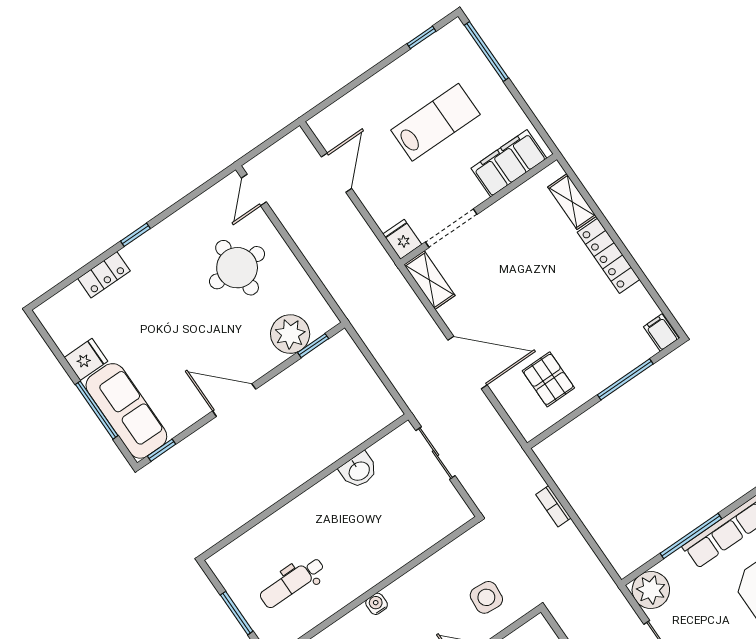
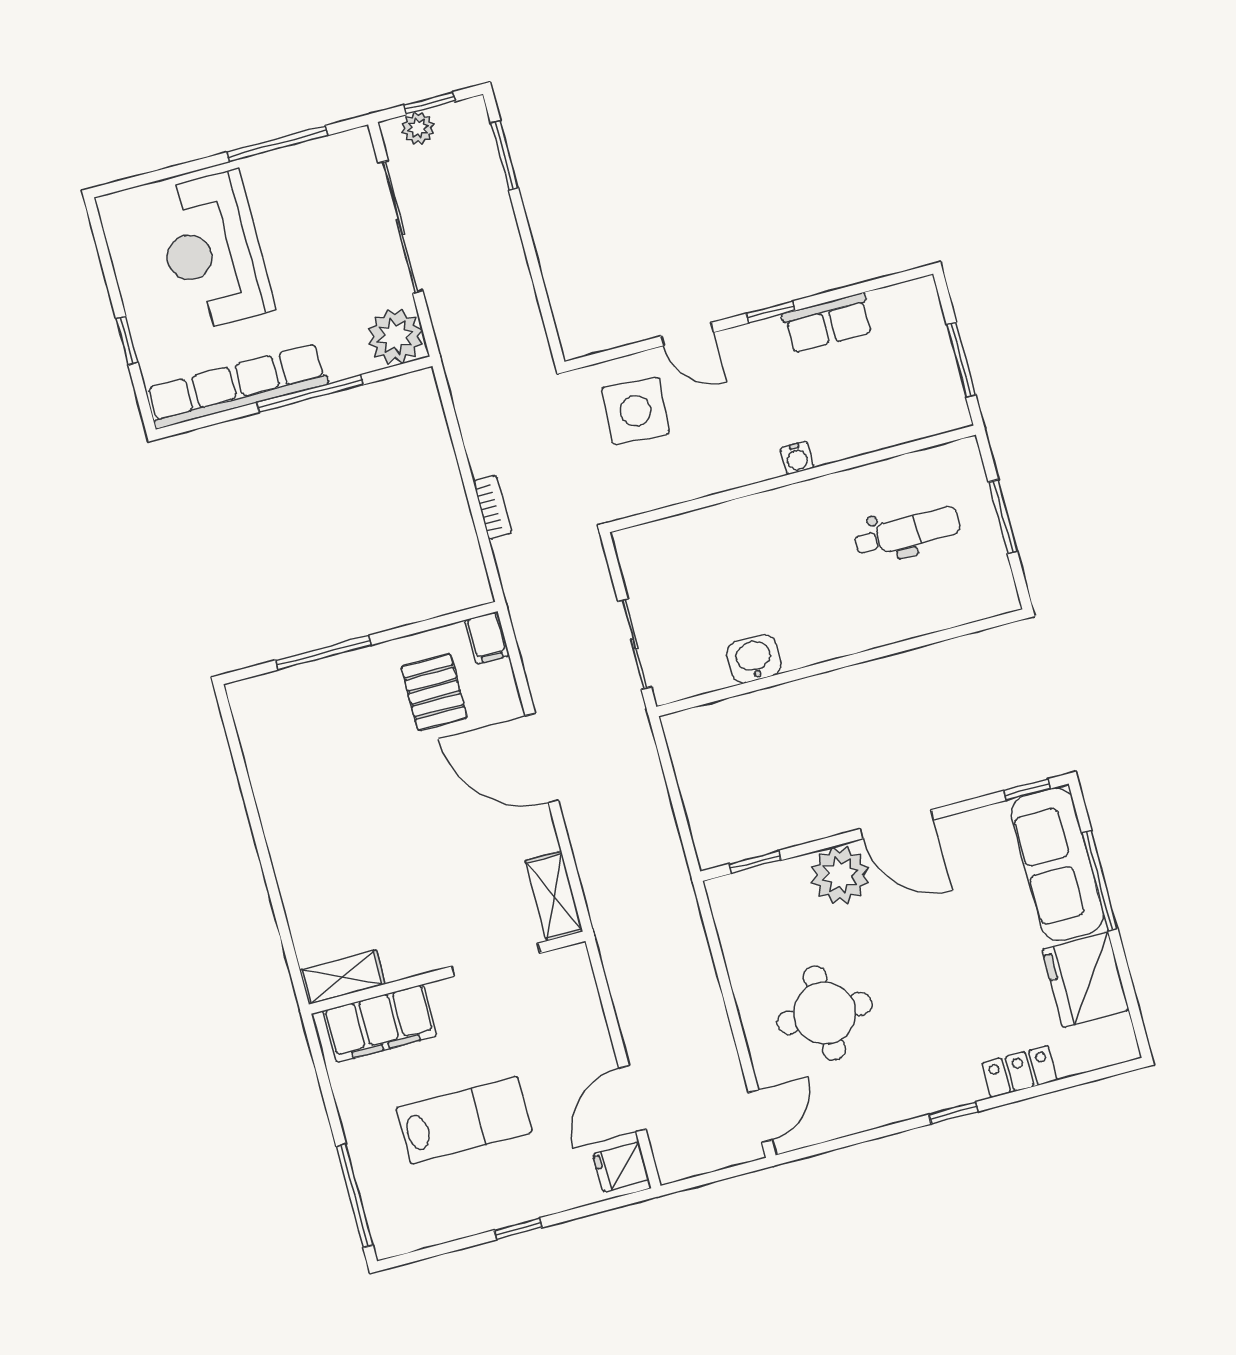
window: (421, 37) -> (518, 1229), moved
lab bench: (435, 122) -> (464, 1120), turned 180
shelving: (572, 202) -> (342, 977), moved, turned 90
fridge: (402, 239) -> (621, 1167), moved, turned 90
locker: (609, 256) -> (284, 839), removed
filing cabinet: (661, 333) -> (487, 638), moved
plant: (290, 334) -> (840, 875), moved
fridge: (86, 359) -> (1085, 980), width x1.88, depth x1.34
side table: (486, 597) -> (636, 411), width x1.37, depth x1.37

